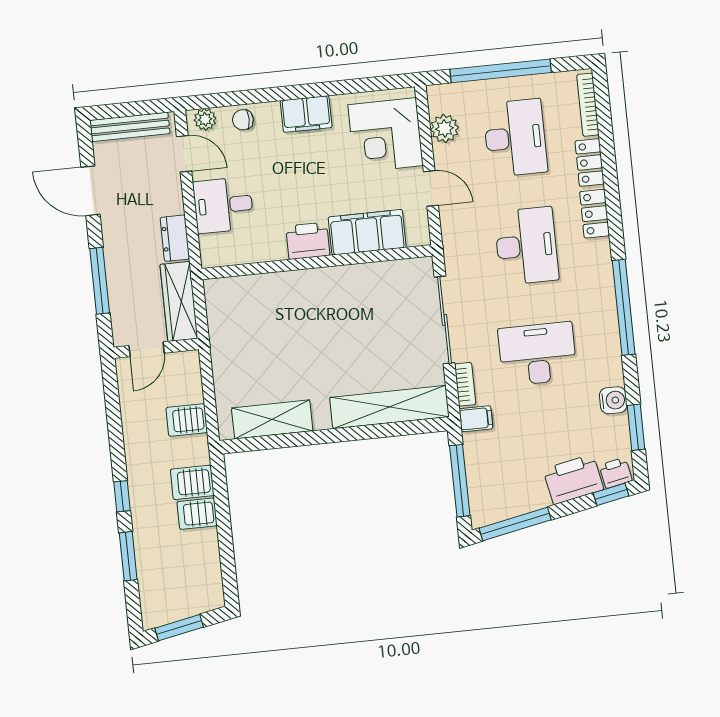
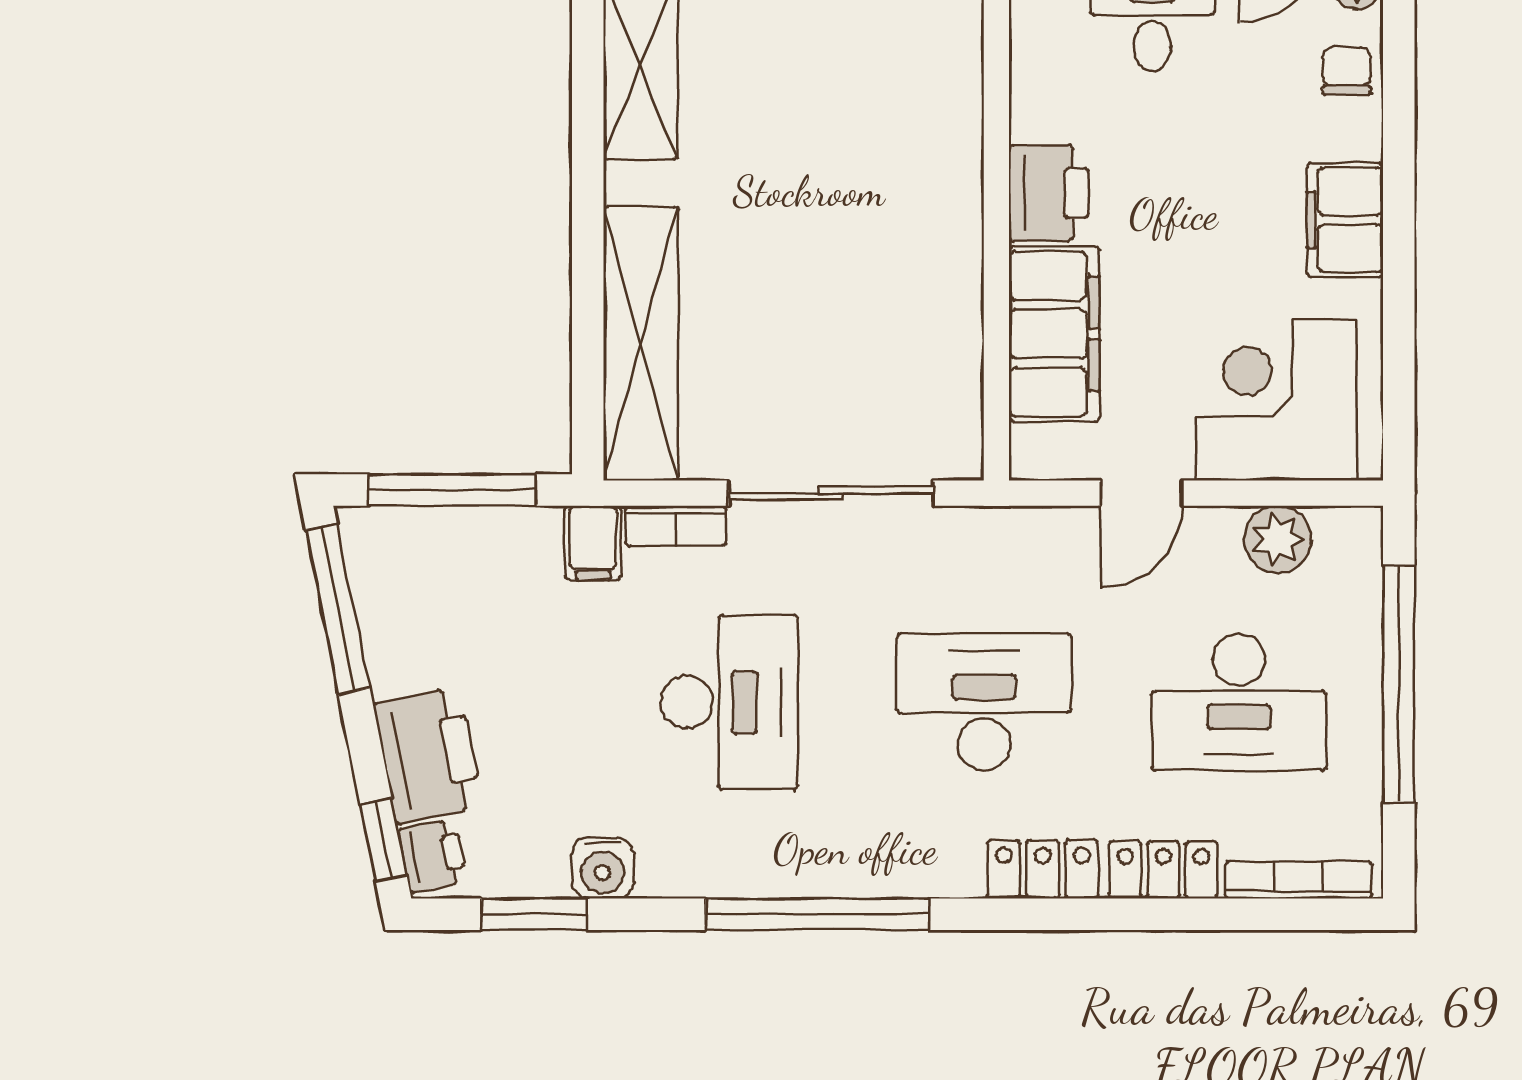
desk: (526, 246) -> (984, 702), turned 180

